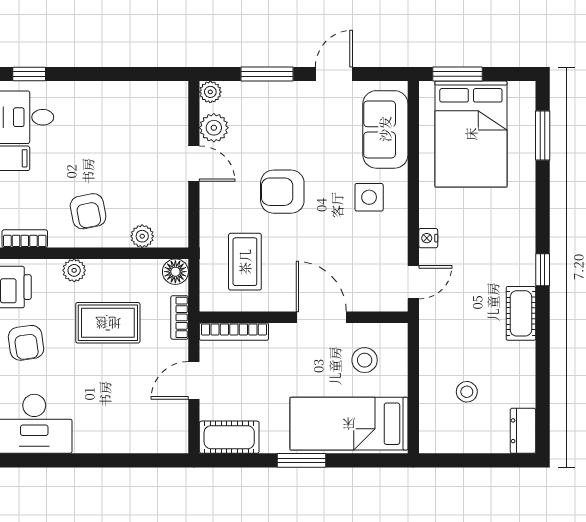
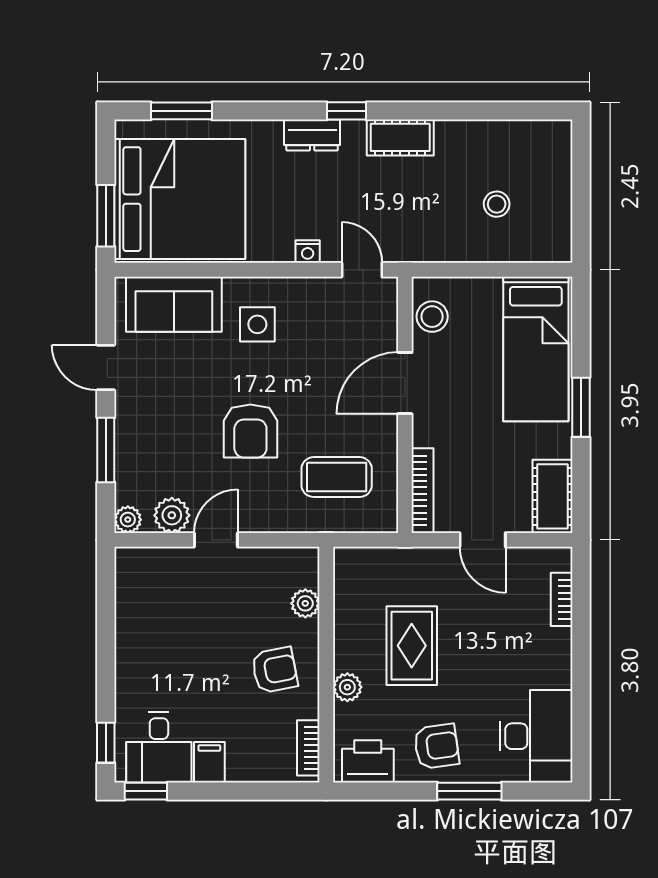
bed: (471, 134) -> (180, 199), width x1.36
floor lamp: (175, 272) -> (349, 563), removed
bookcase: (180, 317) -> (562, 599), moved, turned 90
stool: (365, 360) -> (432, 317), moved
dresser: (523, 431) -> (312, 135), moved

